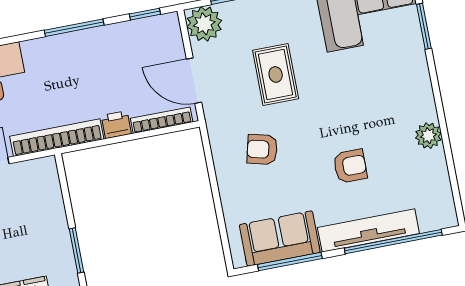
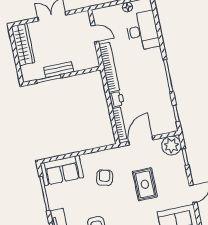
rug: (276, 75) -> (145, 184), turned 90
bench: (60, 232) -> (59, 70), added
sofa: (280, 239) -> (62, 170), moved, turned 90

